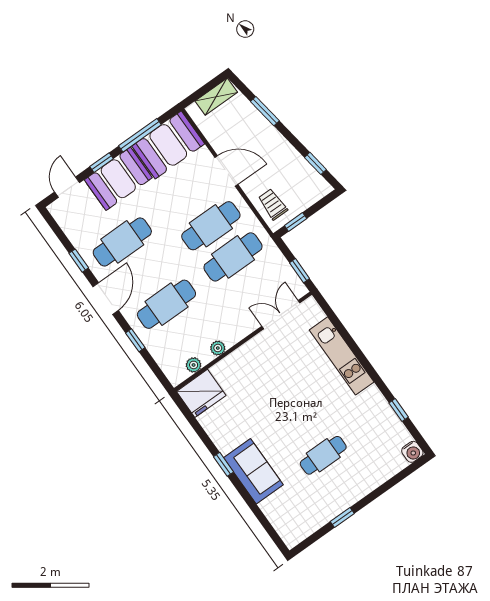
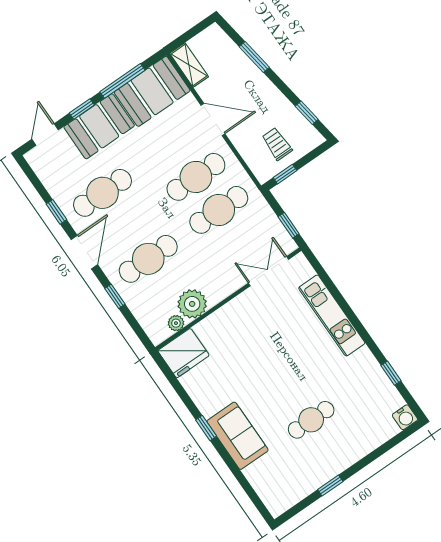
shelving: (216, 97) -> (189, 65), moved, turned 90
trolley: (273, 204) -> (277, 144), moved
plant: (218, 348) -> (192, 304), width x1.88, depth x1.88

